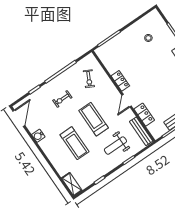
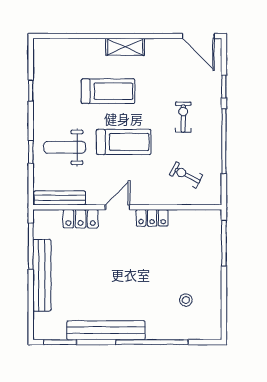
door: (127, 101) -> (118, 207), hinge flipped
water cooler: (38, 136) -> (154, 47), removed
treadmill: (75, 143) -> (108, 91), turned 180
weight bench: (115, 146) -> (65, 147), turned -90
shelving: (72, 184) -> (125, 47), moved

